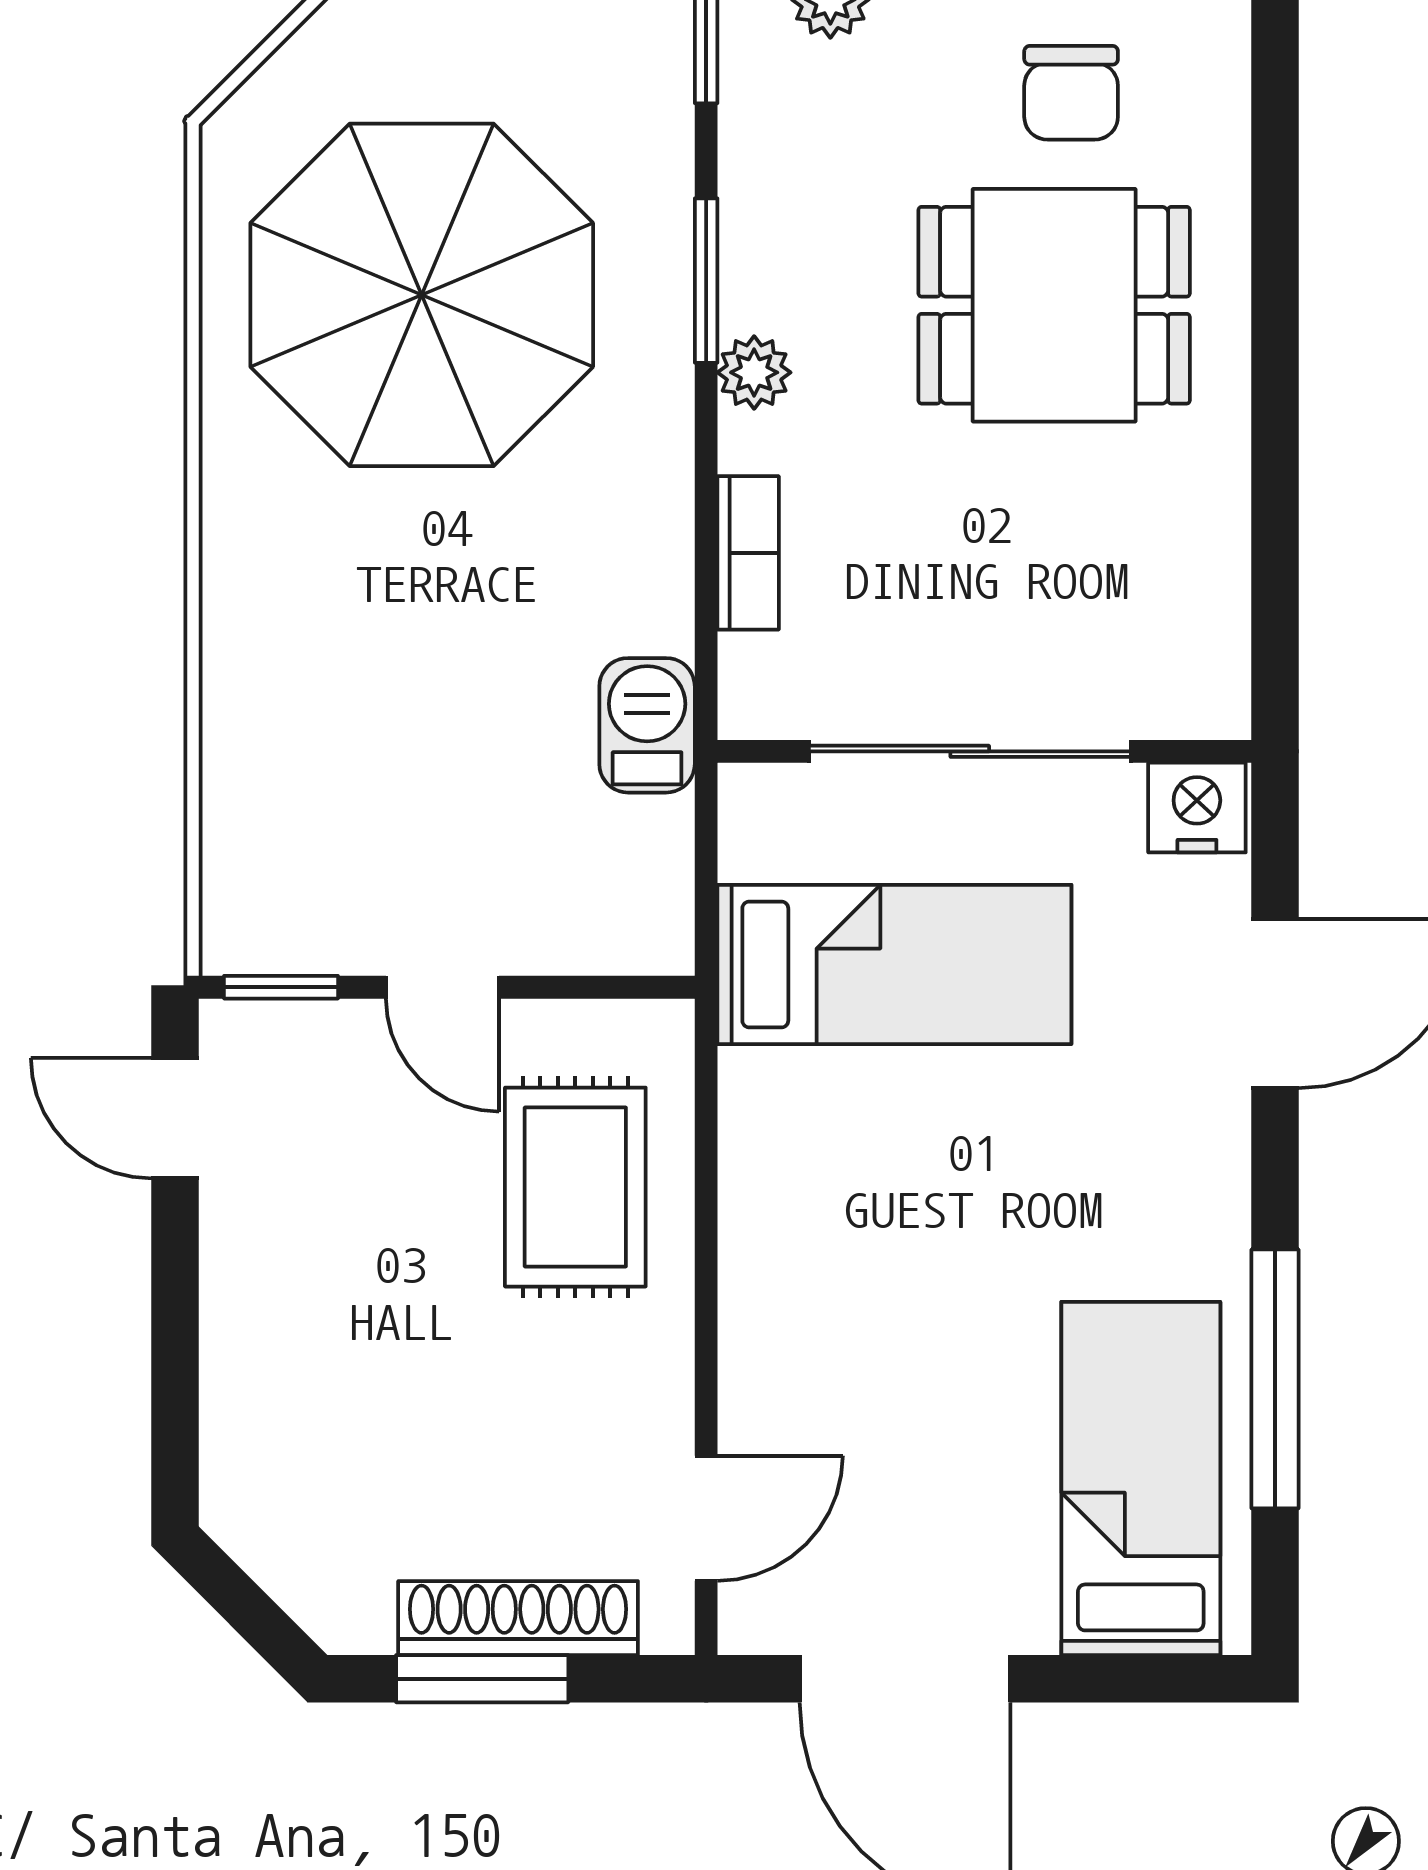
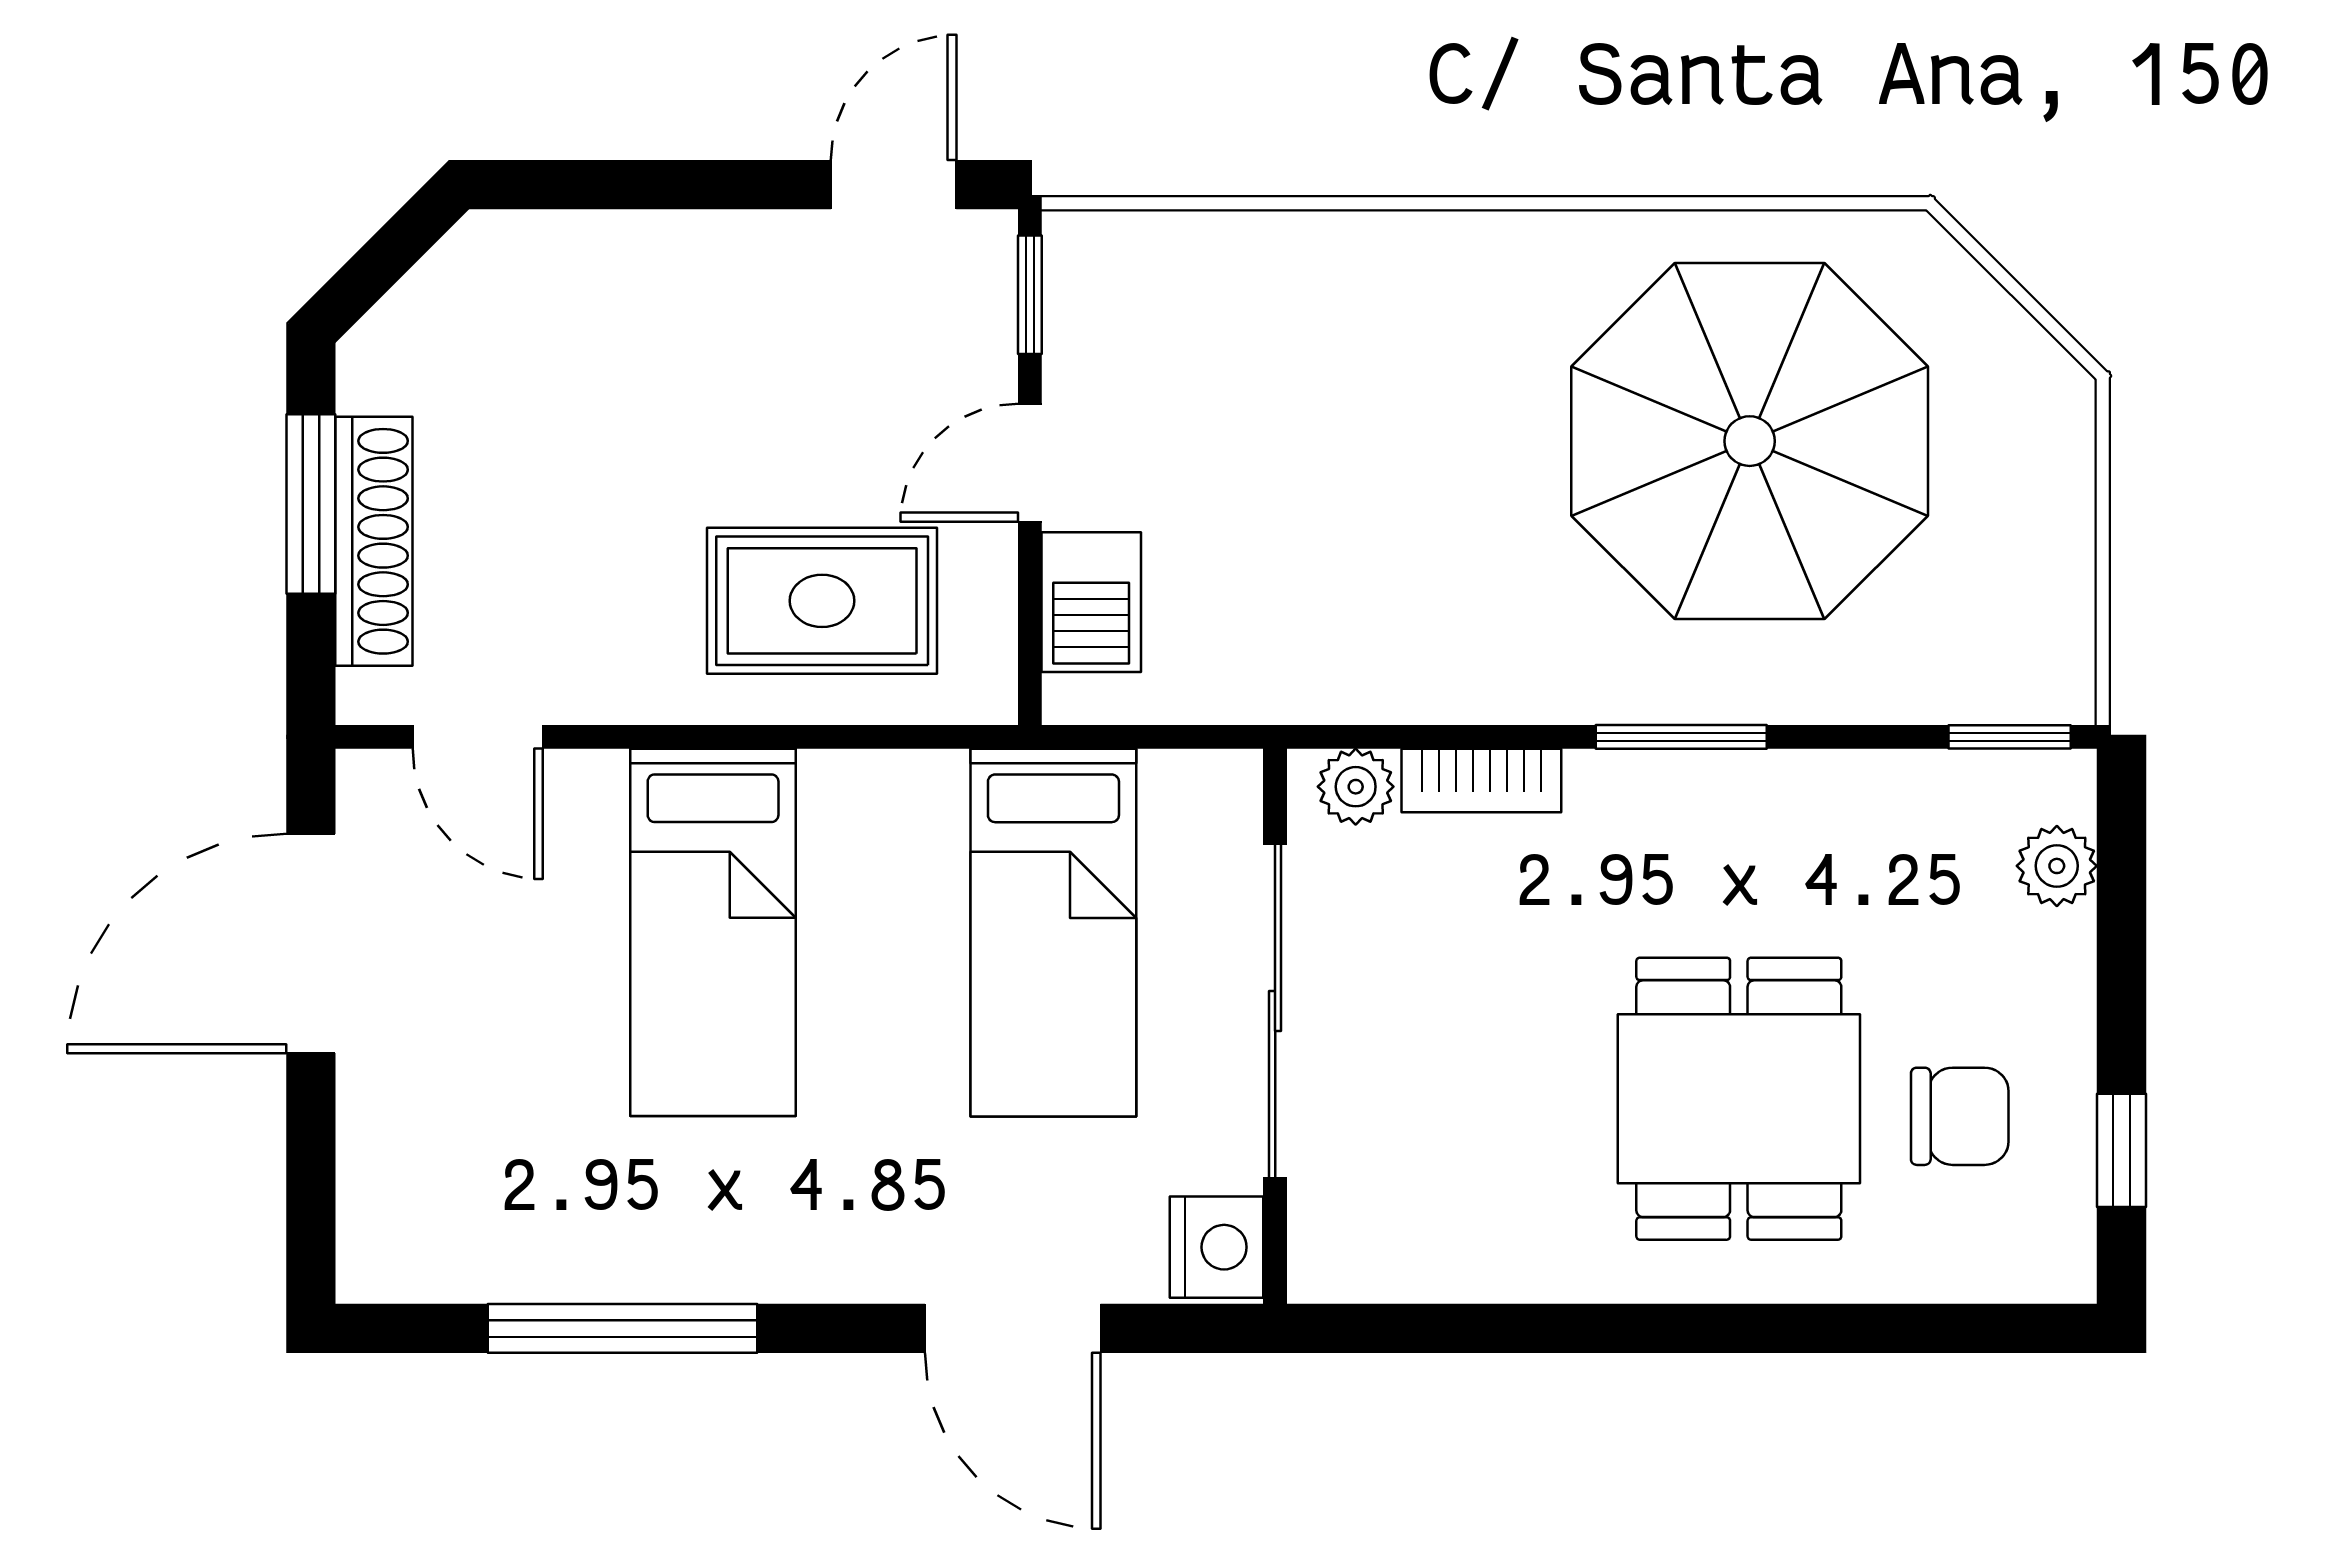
chair: (1071, 93) -> (1960, 1116), turned 180
window: (706, 281) -> (1681, 737), moved
plant: (754, 372) -> (1356, 787), moved
barbecue: (647, 725) -> (1091, 602), moved, turned 90
bed: (1141, 1478) -> (713, 932), moved, turned 90

